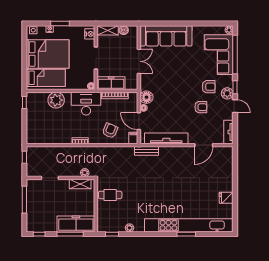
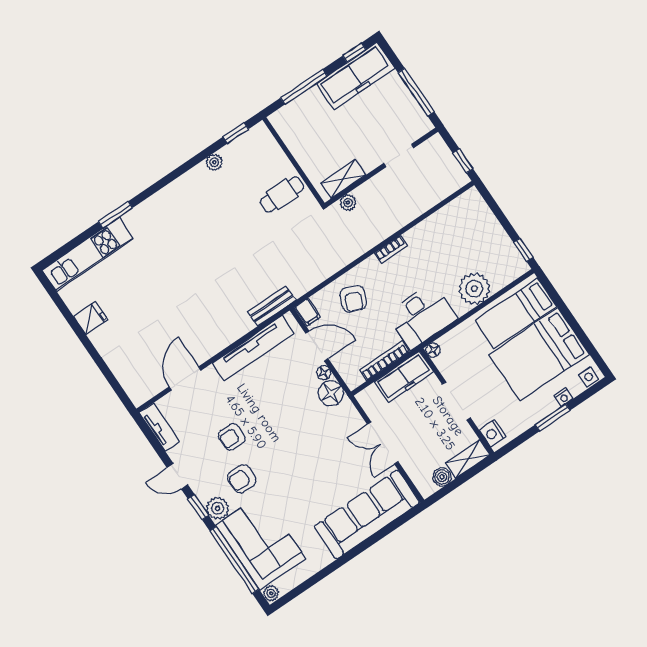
plant: (227, 93) -> (218, 508), moved
freezer: (76, 224) -> (355, 76), moved
kitchen unit: (189, 225) -> (88, 254), width x0.54

